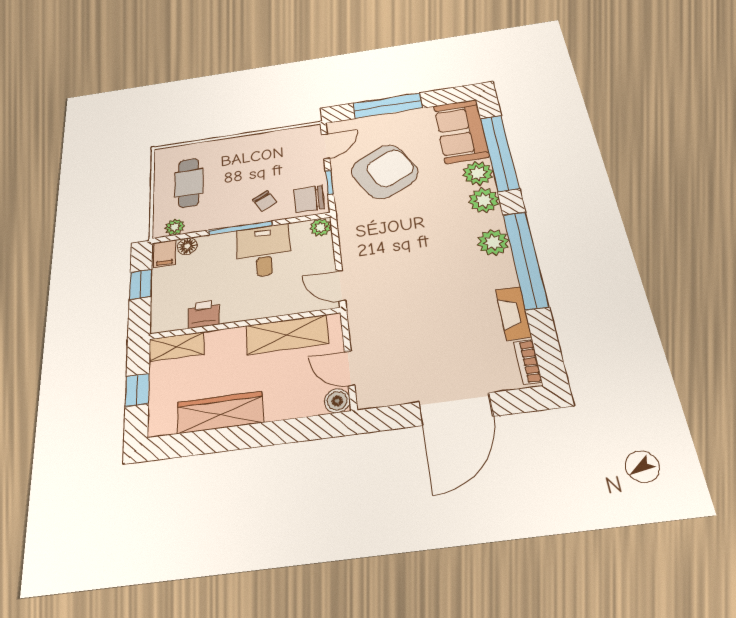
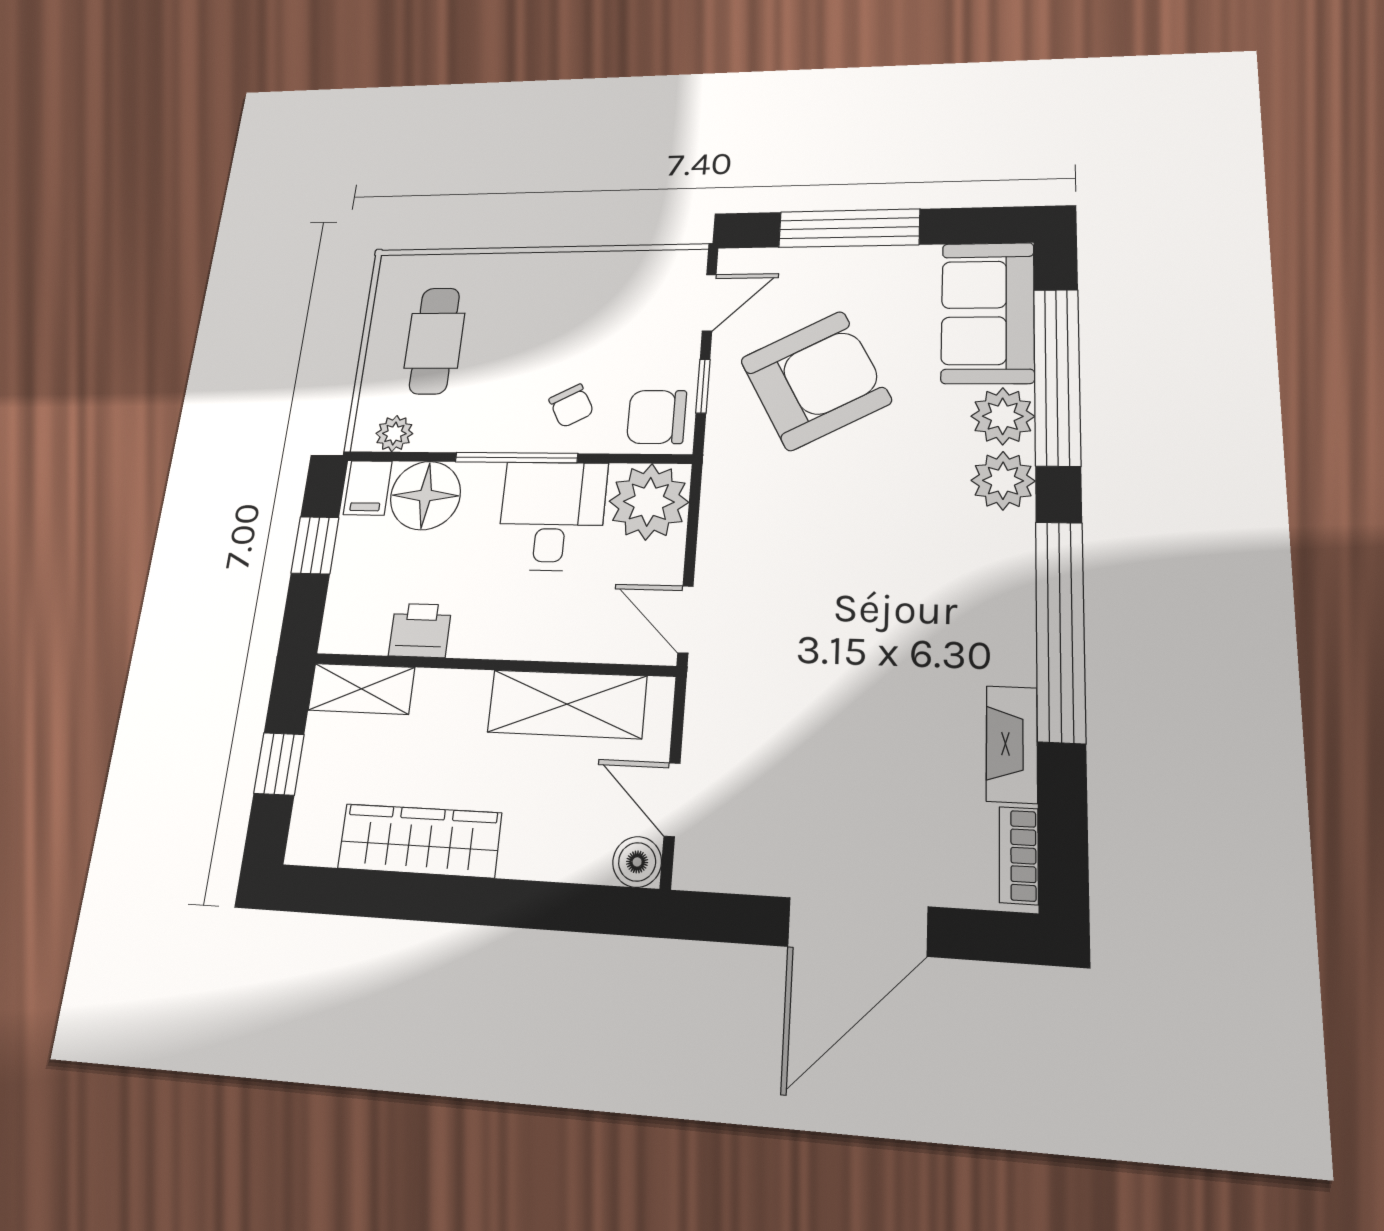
plant: (321, 227) -> (649, 502), width x1.88, depth x1.88
plant: (493, 242) -> (1003, 579), removed
floor lamp: (187, 246) -> (425, 496), width x1.89, depth x1.89

